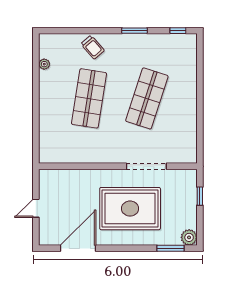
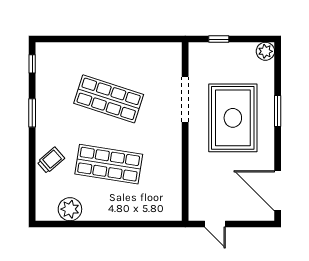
plant: (44, 64) -> (70, 209), width x1.88, depth x1.88
door: (36, 208) -> (215, 224), moved
door: (78, 248) -> (278, 191), moved
window: (170, 248) -> (278, 111), moved

